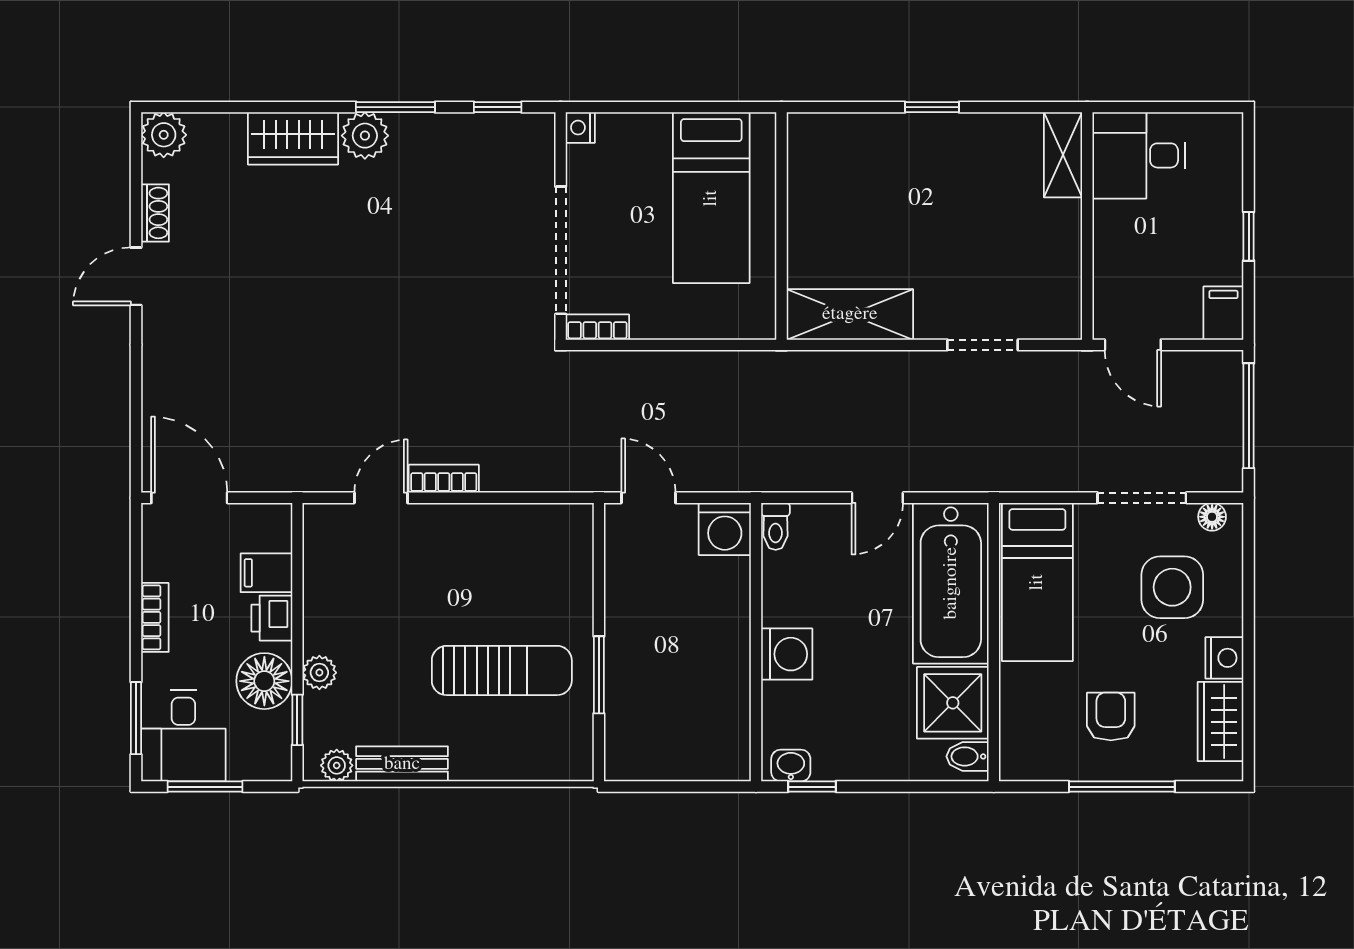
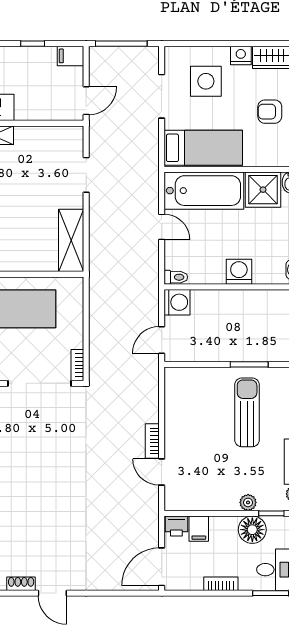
floor lamp: (1212, 517) -> (171, 62), removed
printer: (272, 618) -> (176, 526), moved

